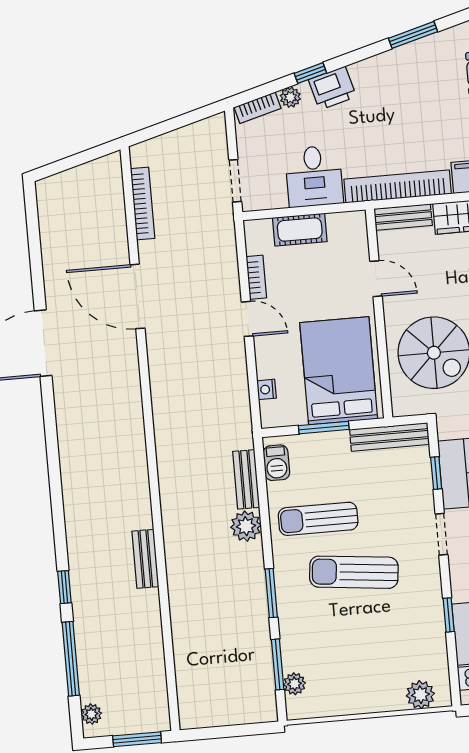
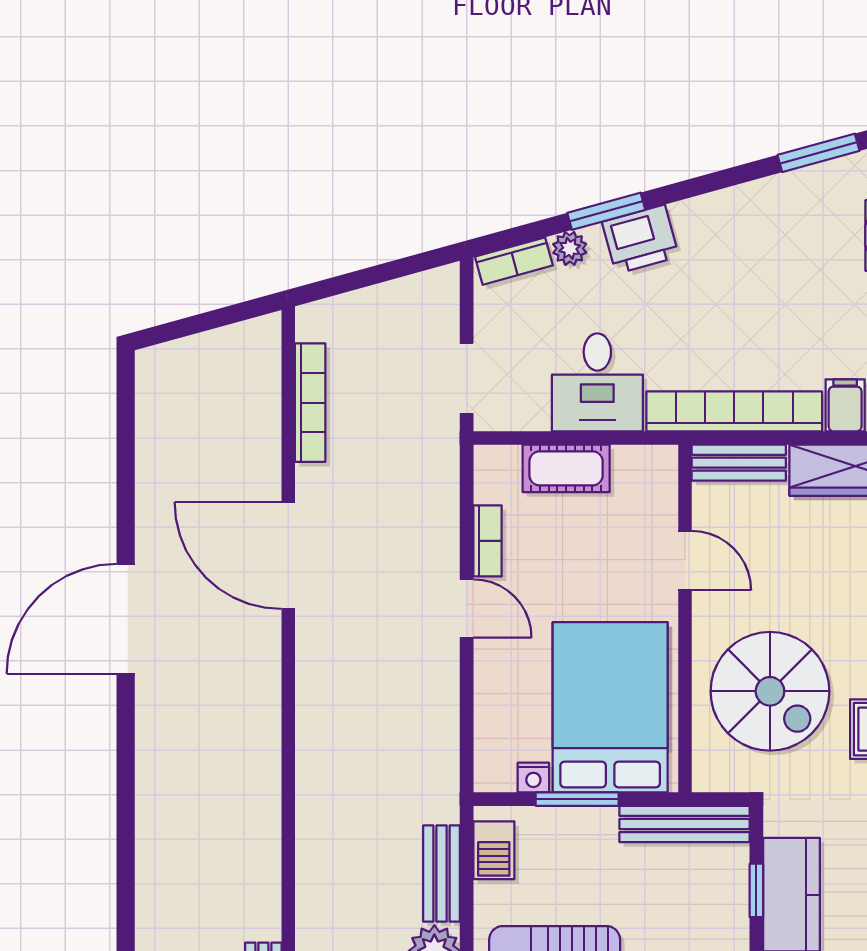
window: (413, 35) -> (818, 153), moved
window: (310, 73) -> (606, 211), width x1.50
nightstand: (267, 389) -> (533, 778), moved, turned -90

